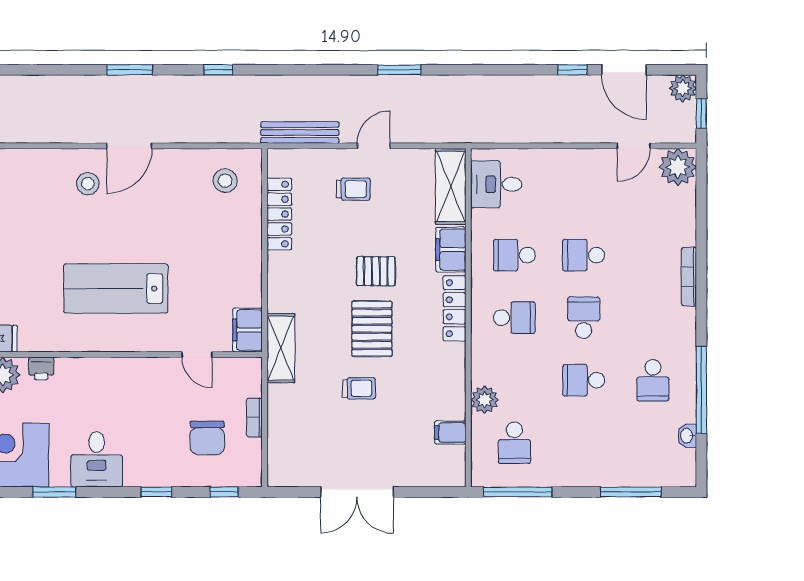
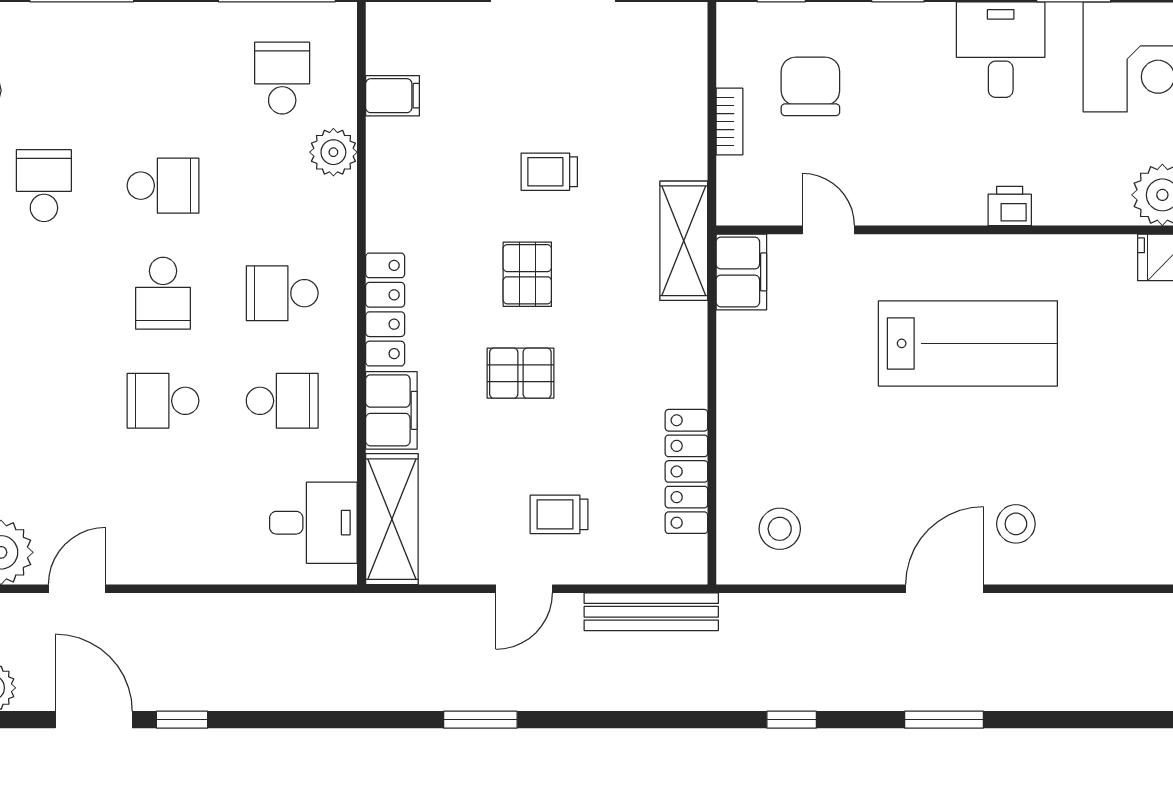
school desk: (584, 255) -> (163, 401), turned 180
pallet: (372, 329) -> (527, 274), width x0.67, depth x0.71
printer: (41, 368) -> (1010, 206), moved

